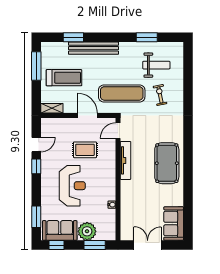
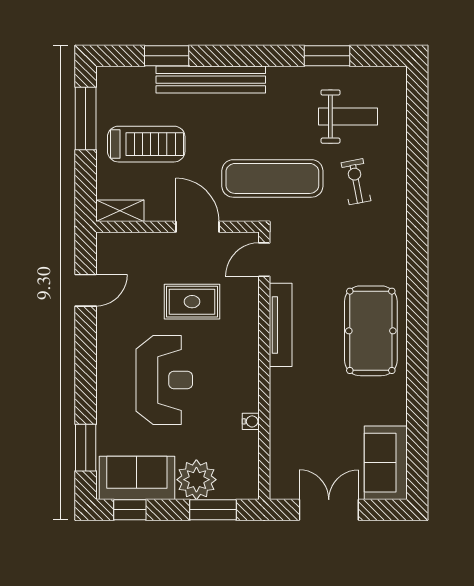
window: (36, 166) -> (86, 338), removed

